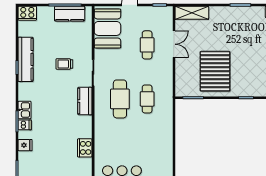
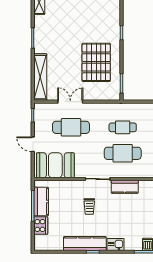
cooker: (27, 13) -> (41, 226), moved
shelving: (192, 13) -> (40, 77), width x1.47
cafe table: (147, 45) -> (71, 127), width x1.37, depth x1.35
pallet: (215, 71) -> (96, 62), turned 90
kitchen sink: (25, 110) -> (116, 245), moved

